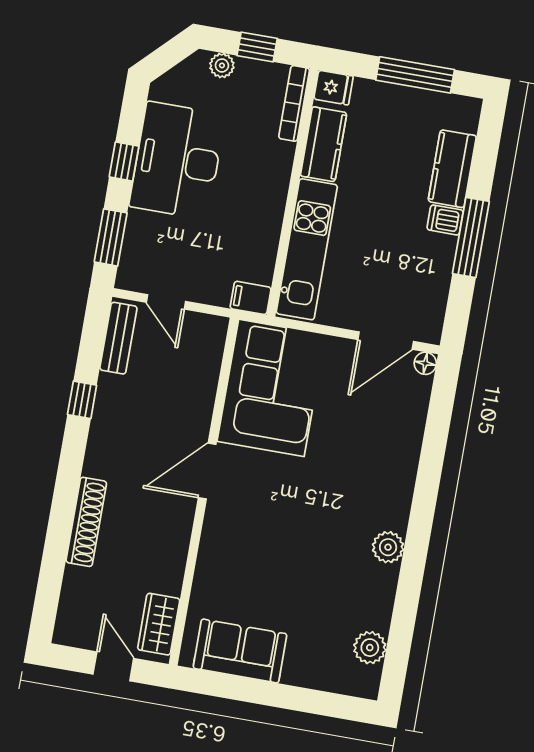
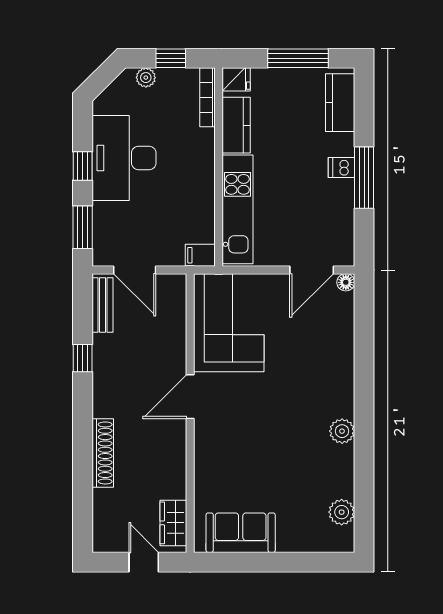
kitchen counter: (452, 169) -> (340, 103), moved
door: (166, 302) -> (135, 270), width x1.38

